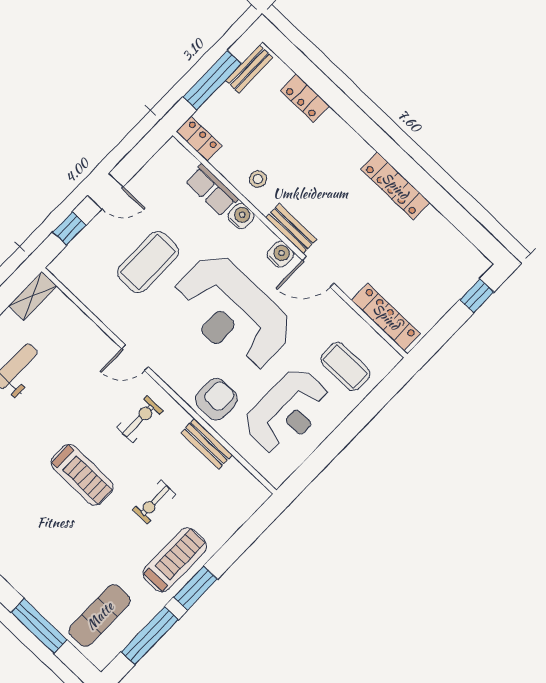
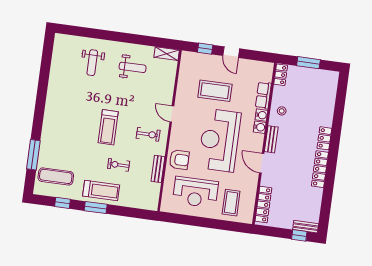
bench: (249, 69) -> (306, 227), moved
window: (212, 80) -> (308, 63), width x0.69
locker: (305, 98) -> (324, 138), moved
water cooler: (280, 254) -> (260, 127), moved
window: (150, 636) -> (63, 203), width x0.46

